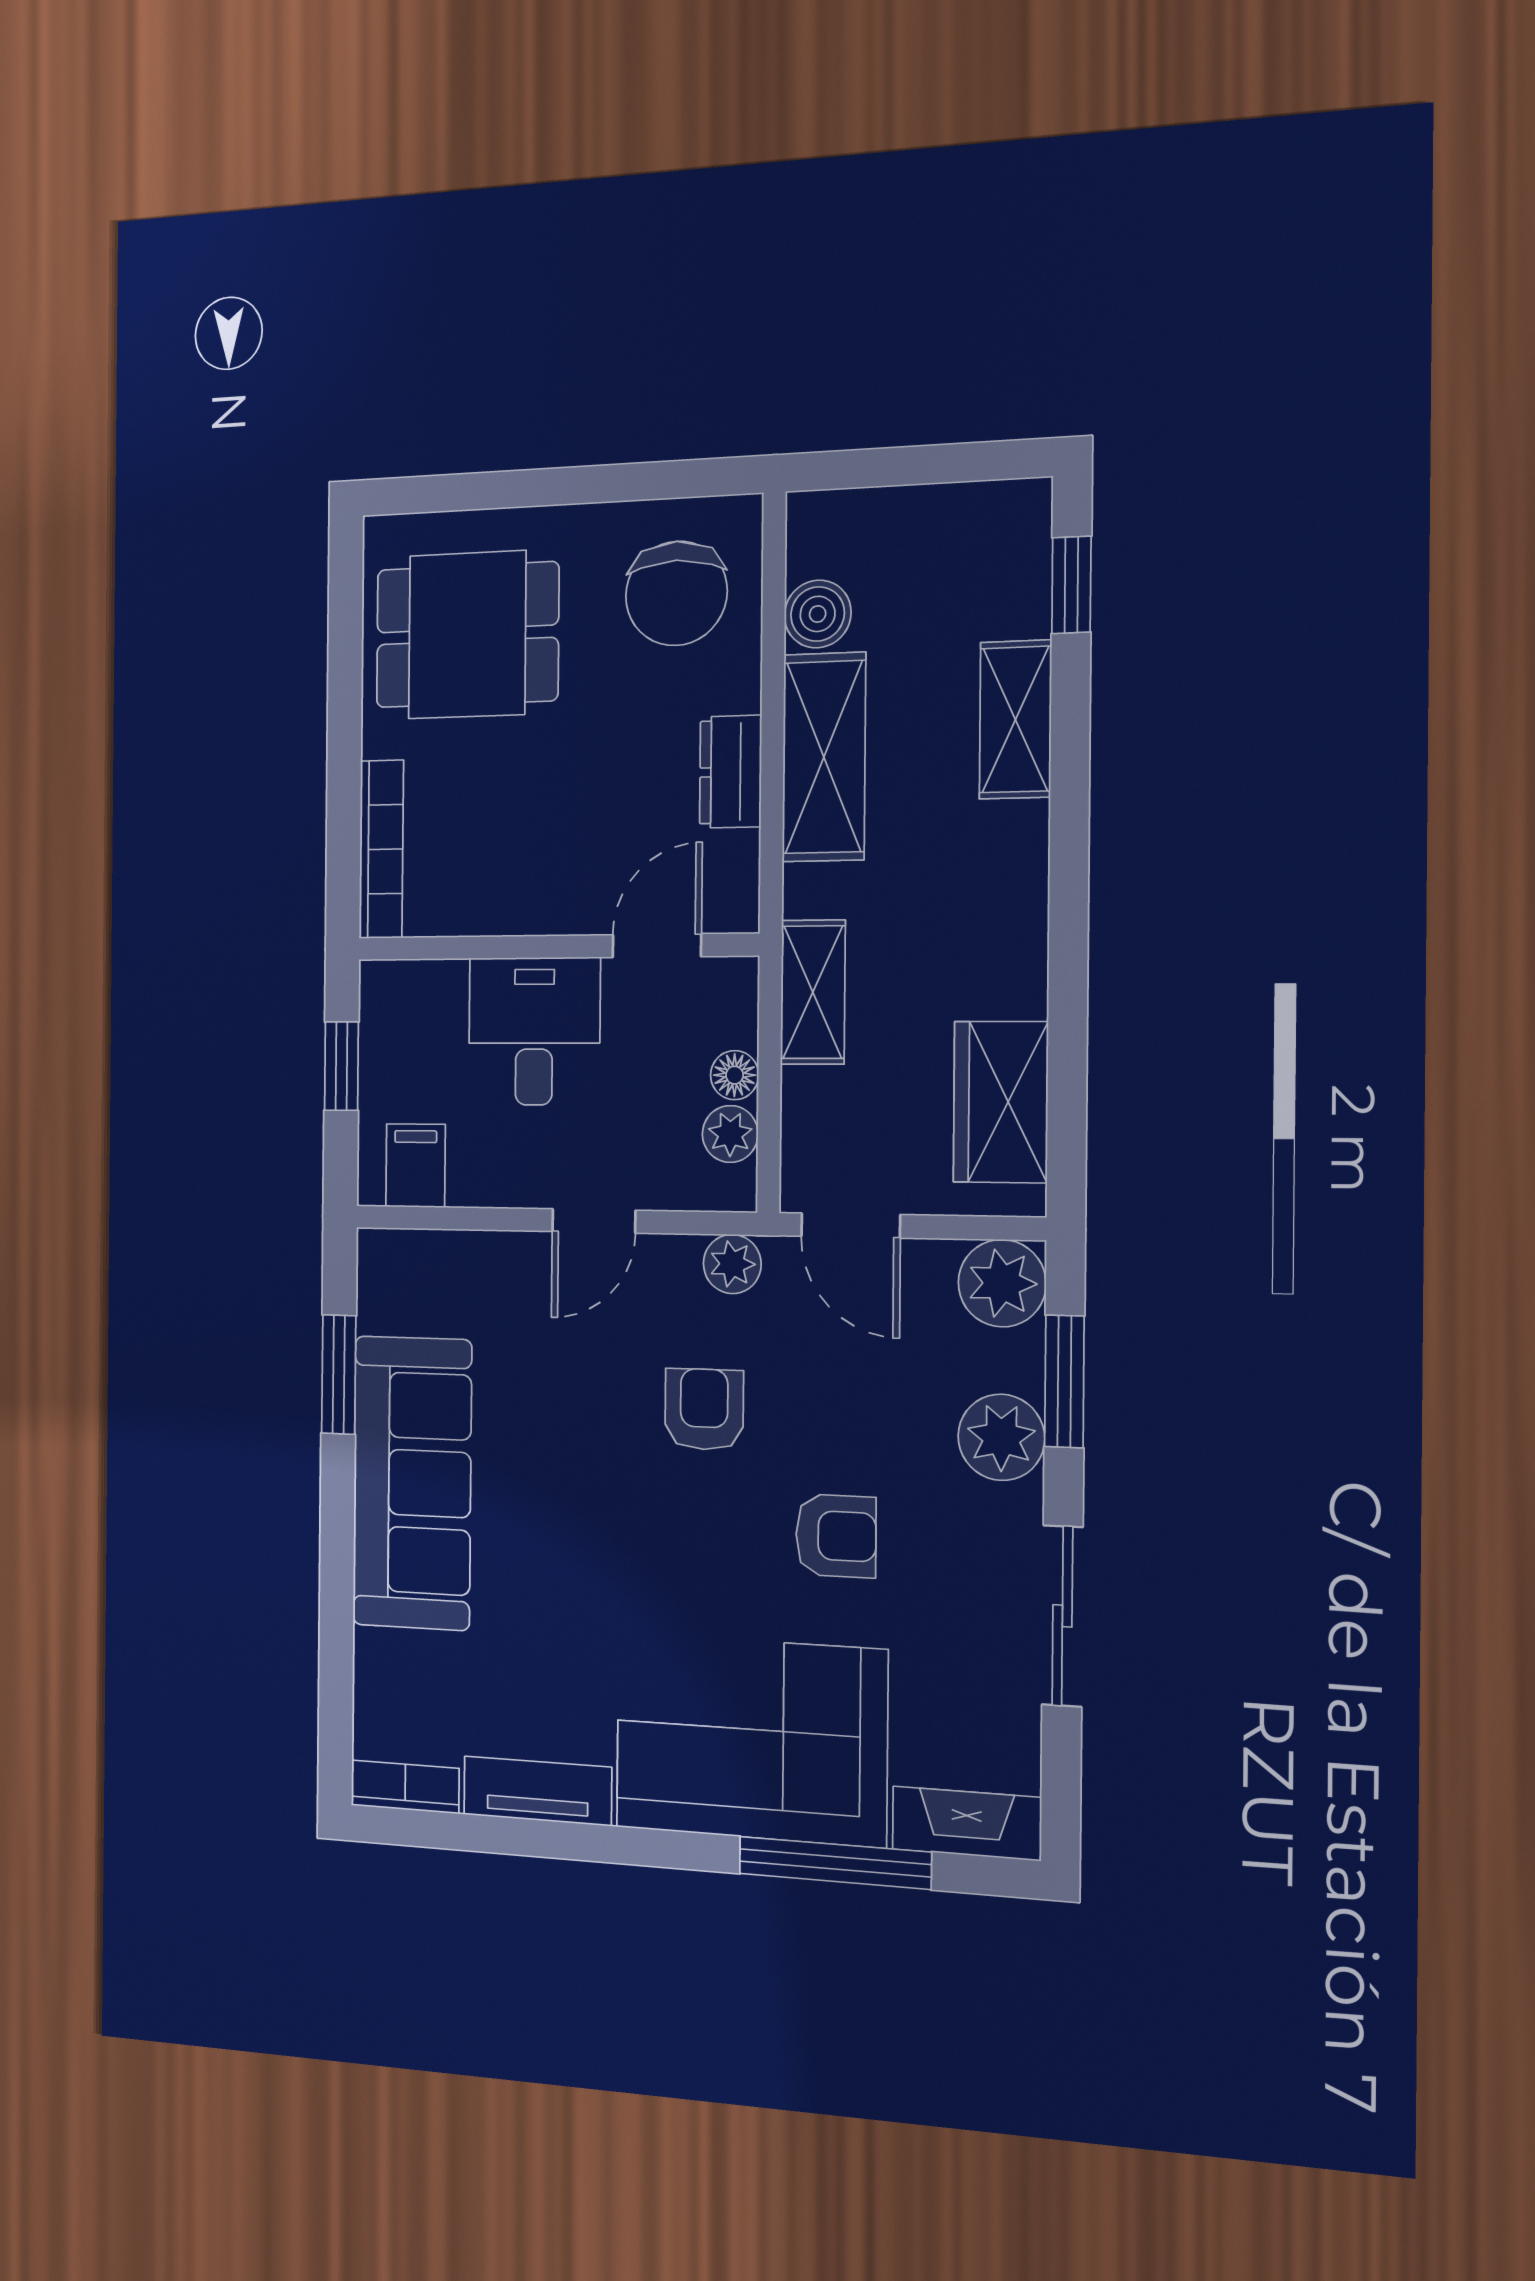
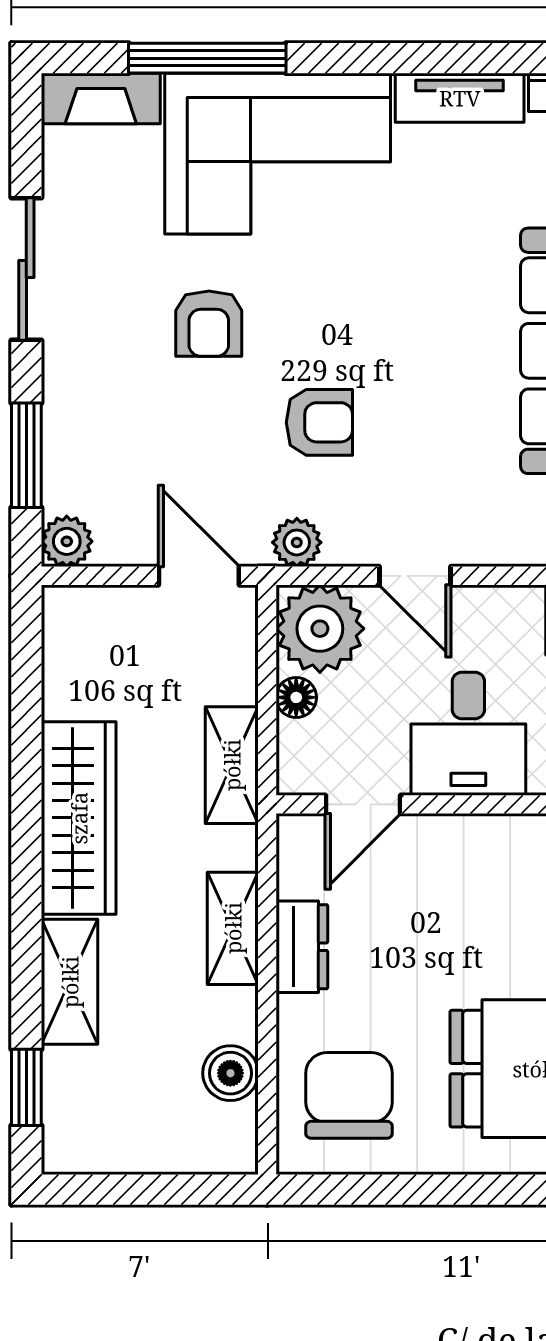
shelving: (824, 757) -> (233, 928), width x0.67, depth x0.75
wardrobe: (1001, 1102) -> (79, 818), moved, width x1.50
plant: (730, 1134) -> (320, 629), width x1.88, depth x1.88
door: (594, 1221) -> (415, 576), swing flipped
plant: (1002, 1283) -> (67, 541), width x0.73, depth x0.73
armchair: (704, 1409) -> (319, 422), turned -90
plant: (1001, 1437) -> (76, 409), removed
armchair: (836, 1536) -> (209, 324), turned -90

